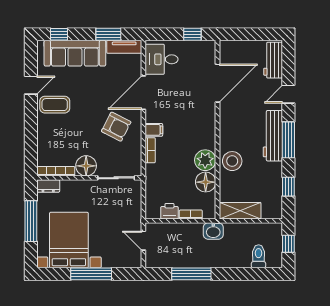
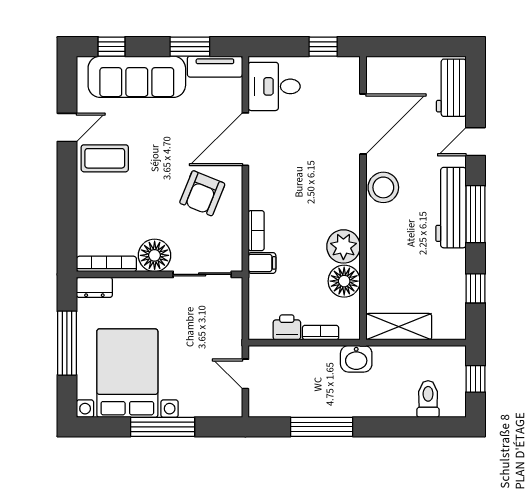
armchair: (116, 127) -> (202, 193), turned 85
filing cabinet: (154, 130) -> (262, 263), moved
stool: (232, 161) -> (383, 187), moved

